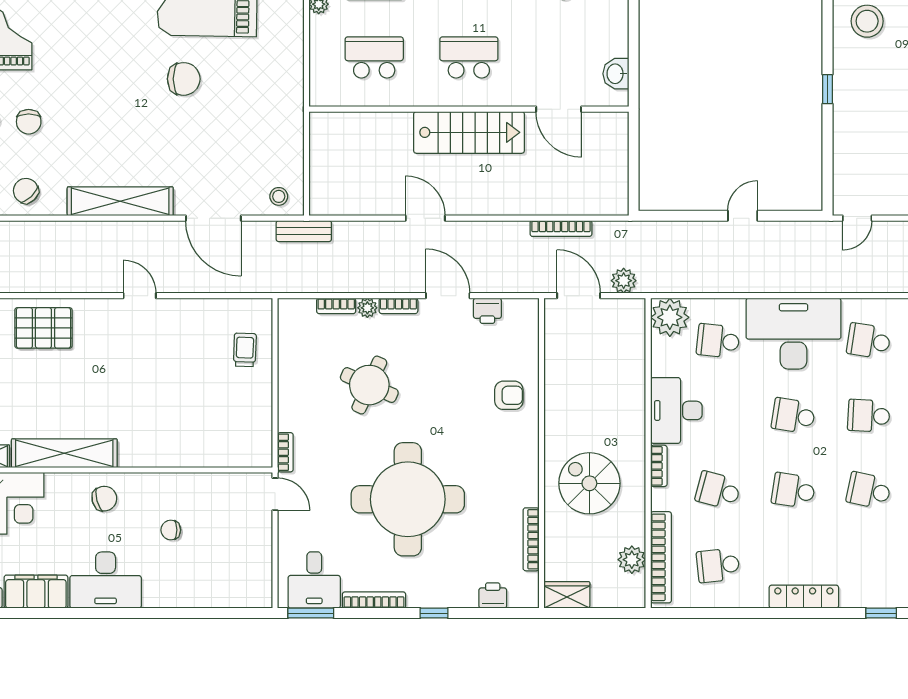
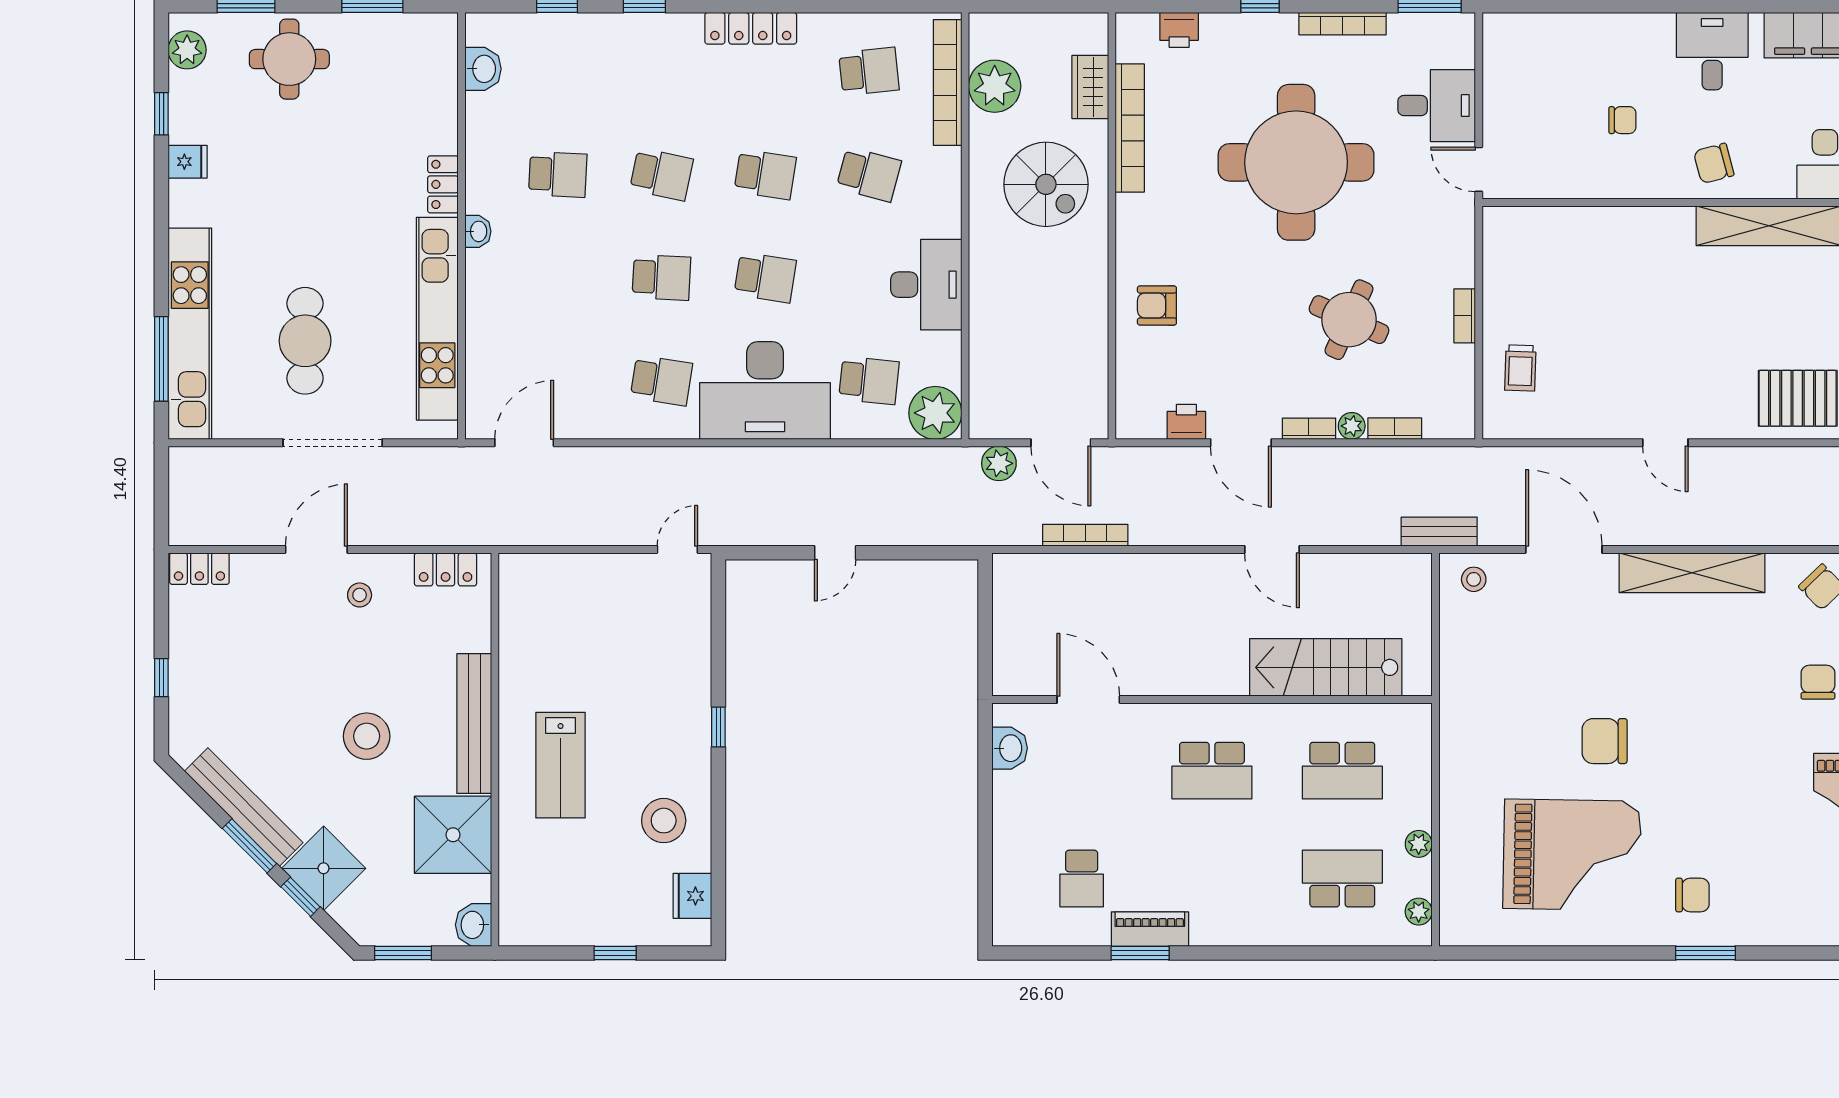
stairs: (469, 132) -> (1326, 667), moved
bookcase: (285, 452) -> (1465, 316), moved
bookcase: (659, 466) -> (950, 208), removed
bookcase: (531, 539) -> (1130, 128), width x1.48, depth x1.31
plant: (632, 560) -> (995, 86), width x1.36, depth x1.36
desk: (106, 580) -> (1712, 51), width x0.73
desk: (314, 580) -> (1437, 106), moved, turned 90
wardrobe: (567, 595) -> (1090, 87), moved, turned 90

